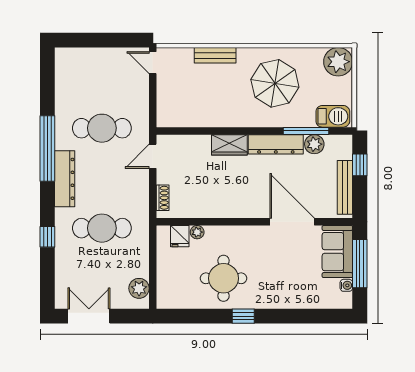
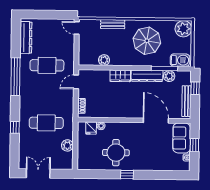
plant: (201, 118) -> (104, 60), added
dresser: (65, 179) -> (26, 38), moved
window: (360, 264) -> (194, 145), width x0.46
plant: (139, 288) -> (67, 145), moved

